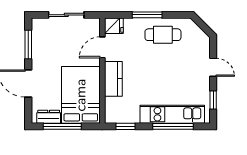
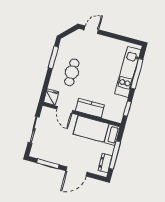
window: (147, 15) -> (53, 57), moved
cafe table: (163, 35) -> (72, 72), moved
door: (213, 67) -> (91, 30), moved
bed: (81, 95) -> (97, 130), width x0.67
window: (213, 100) -> (125, 39), removed

